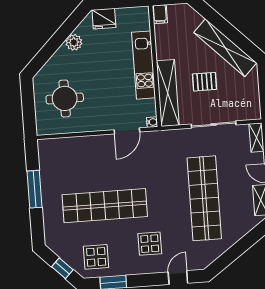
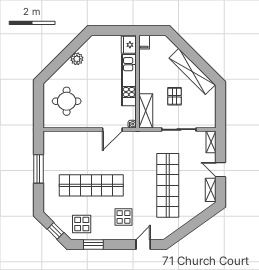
fridge: (104, 19) -> (129, 45), moved, turned 90
pallet: (205, 82) -> (174, 96), turned 90
shelving: (168, 93) -> (146, 111), width x0.68

